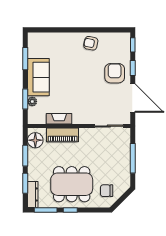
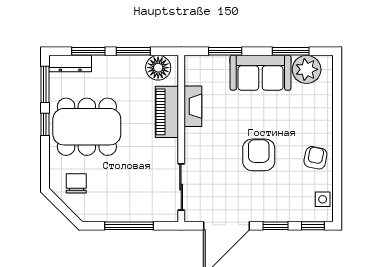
side table: (116, 39) -> (323, 199), added
armchair: (115, 73) -> (259, 155), moved, turned -90
plant: (32, 101) -> (307, 69), moved, width x1.88, depth x1.88
dining table: (72, 184) -> (87, 127), turned 90

